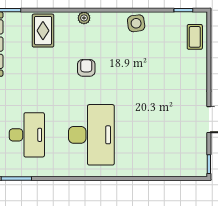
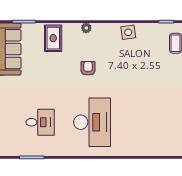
desk: (27, 135) -> (40, 122), width x0.73

